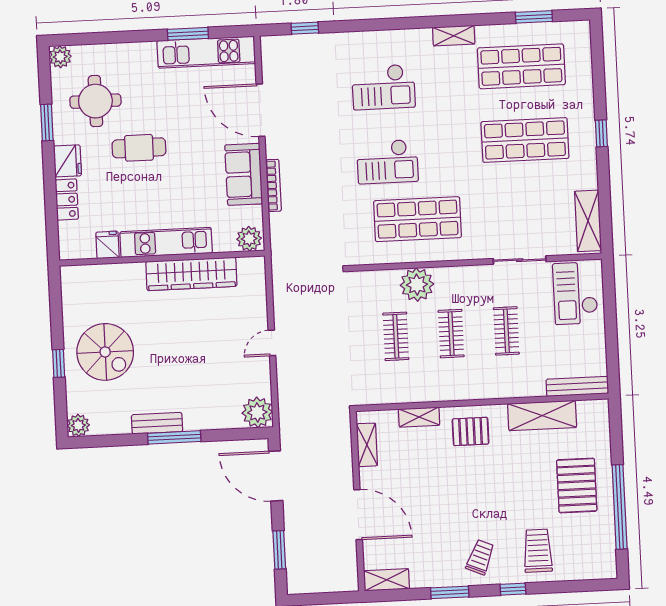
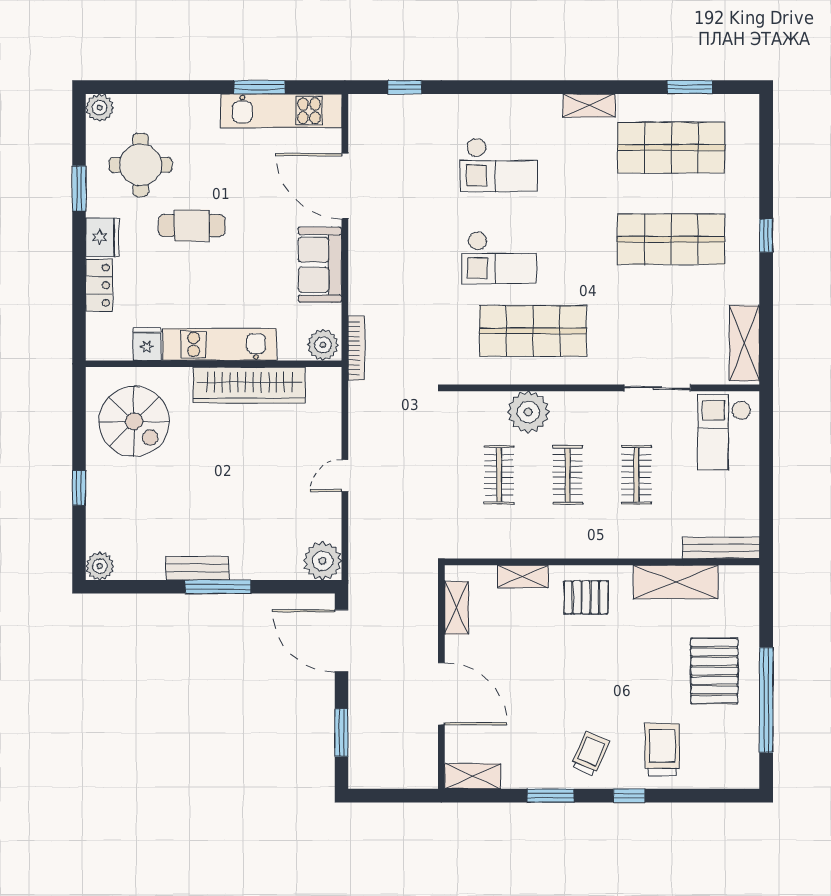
bookcase: (274, 185) -> (356, 348), moved
spiral stairs: (105, 352) -> (134, 421), moved

